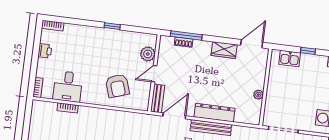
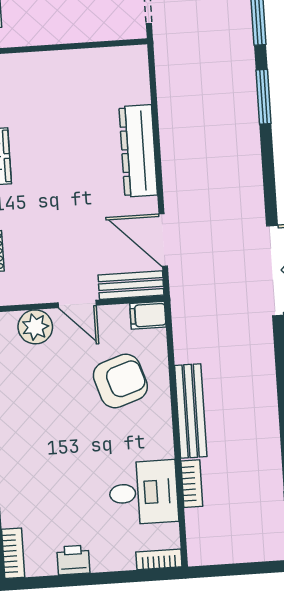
plant: (258, 95) -> (78, 60), removed
filing cabinet: (143, 103) -> (148, 315), added
bench: (211, 128) -> (191, 411), moved

